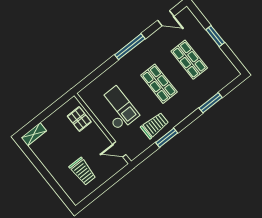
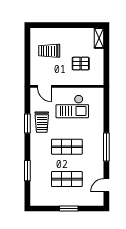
pallet: (79, 119) -> (81, 64), moved
door: (119, 149) -> (44, 86), swing flipped

